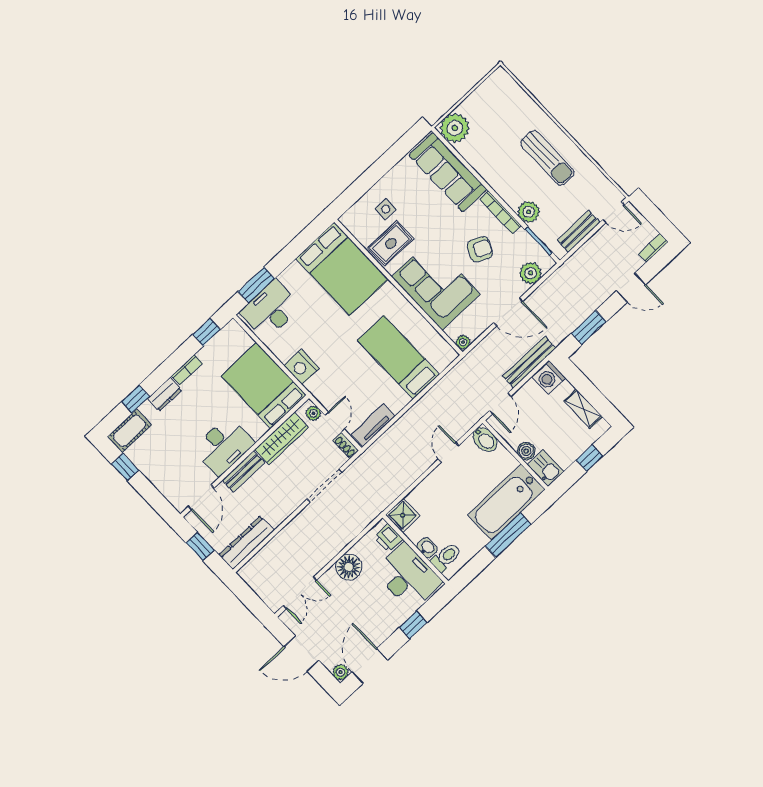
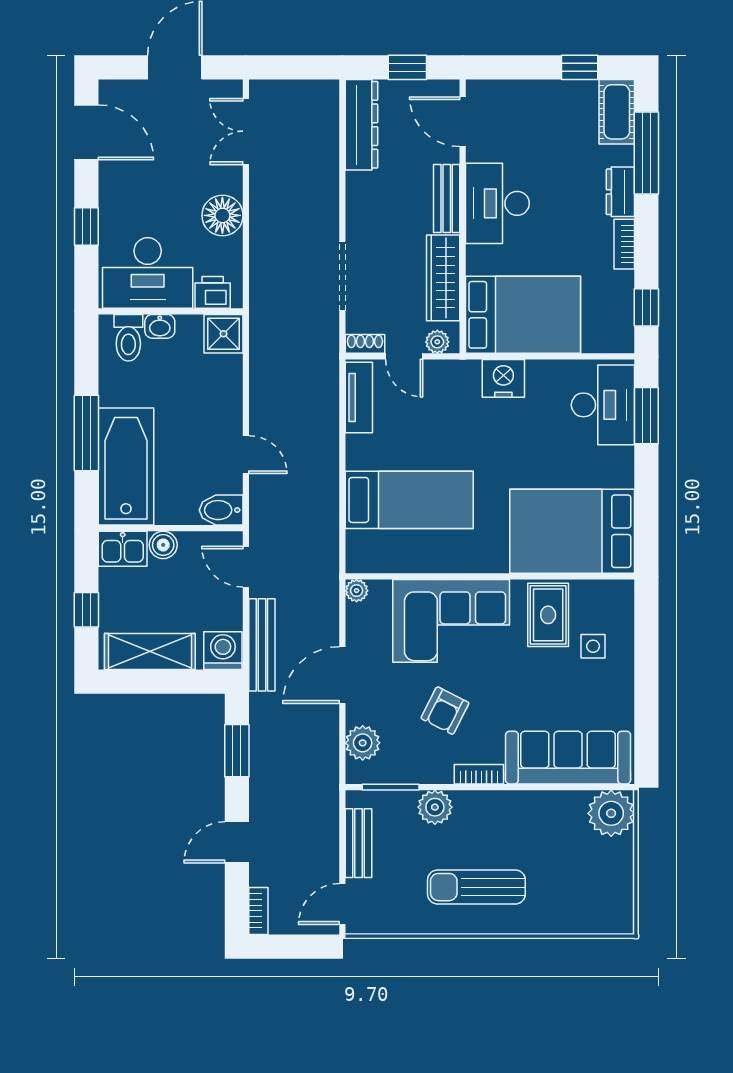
bookcase: (500, 212) -> (479, 774), width x0.64
window: (135, 399) -> (646, 153), width x2.17
shelving: (583, 409) -> (150, 652), width x1.50, depth x1.33
plant: (340, 672) -> (111, 92), removed

